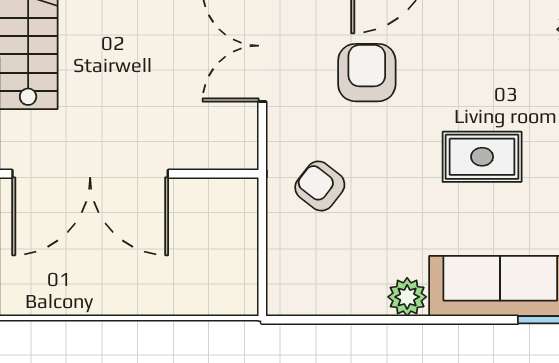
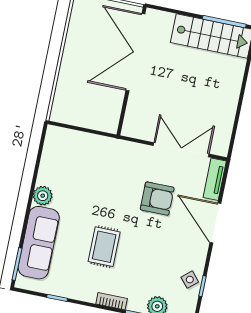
armchair: (320, 186) -> (106, 164), removed

